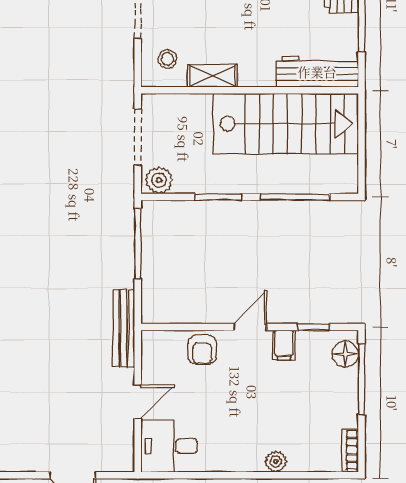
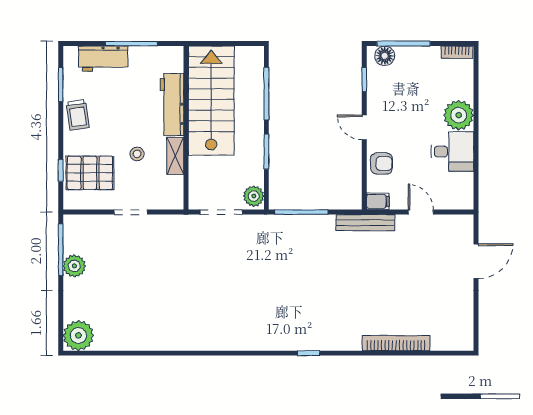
stool: (168, 59) -> (137, 154), moved
workbench: (317, 72) -> (172, 104), moved
filing cabinet: (284, 345) -> (378, 201), moved
desk: (169, 446) -> (452, 151), moved, turned -90
plant: (276, 462) -> (459, 115), width x1.88, depth x1.88

